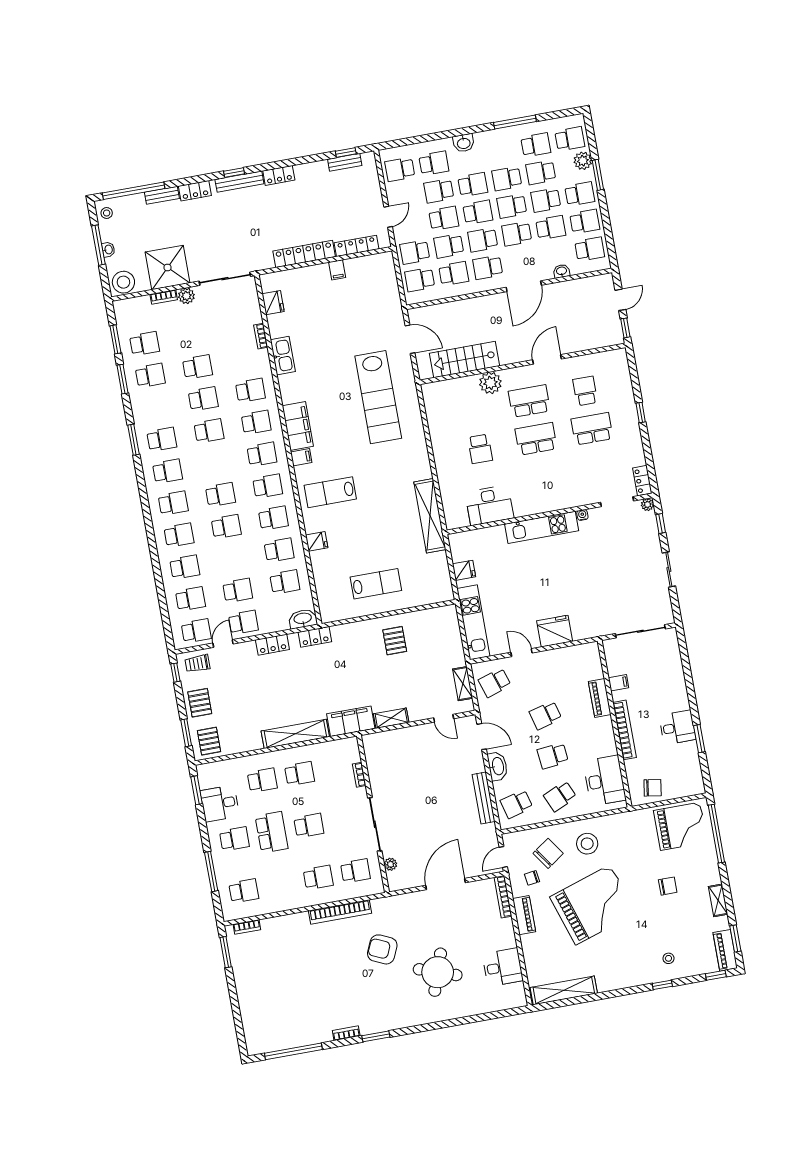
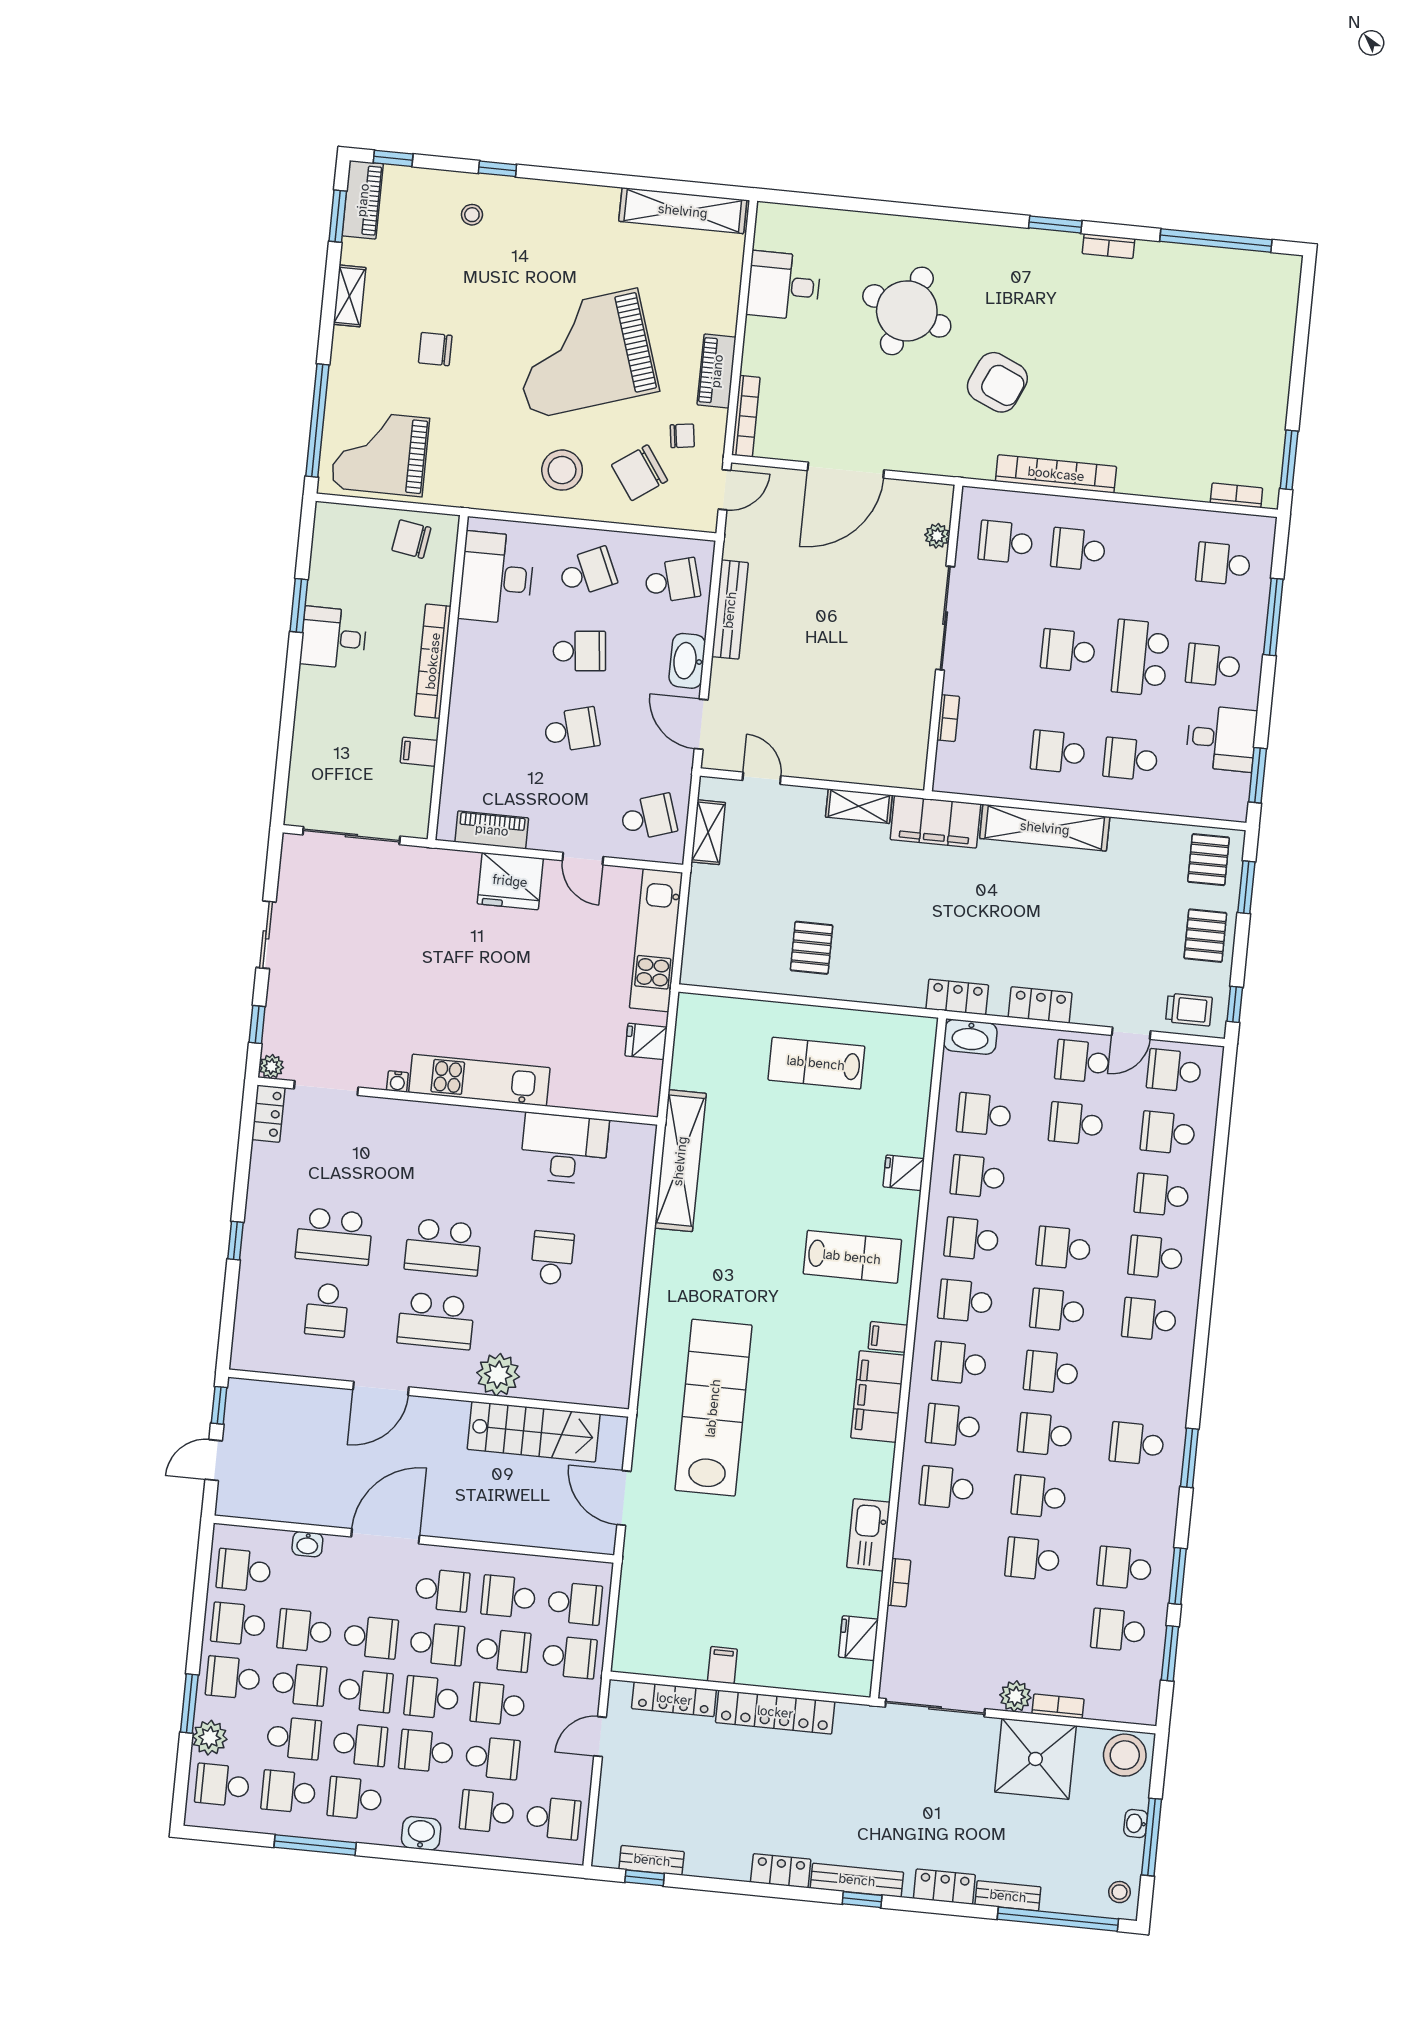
school desk: (502, 151) -> (355, 1798), added
school desk: (167, 471) -> (1051, 1372), moved
piano: (600, 698) -> (492, 830), moved, turned -90

